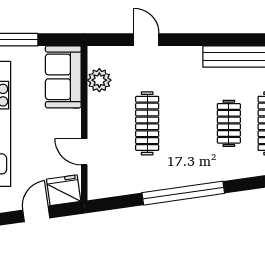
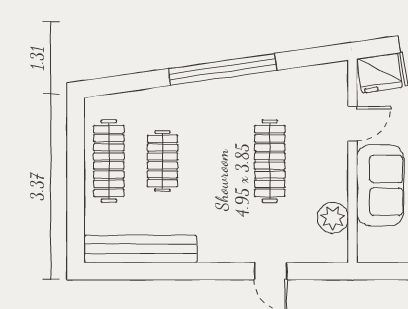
sofa: (63, 77) -> (380, 185), moved
door: (84, 152) -> (352, 124), hinge flipped

